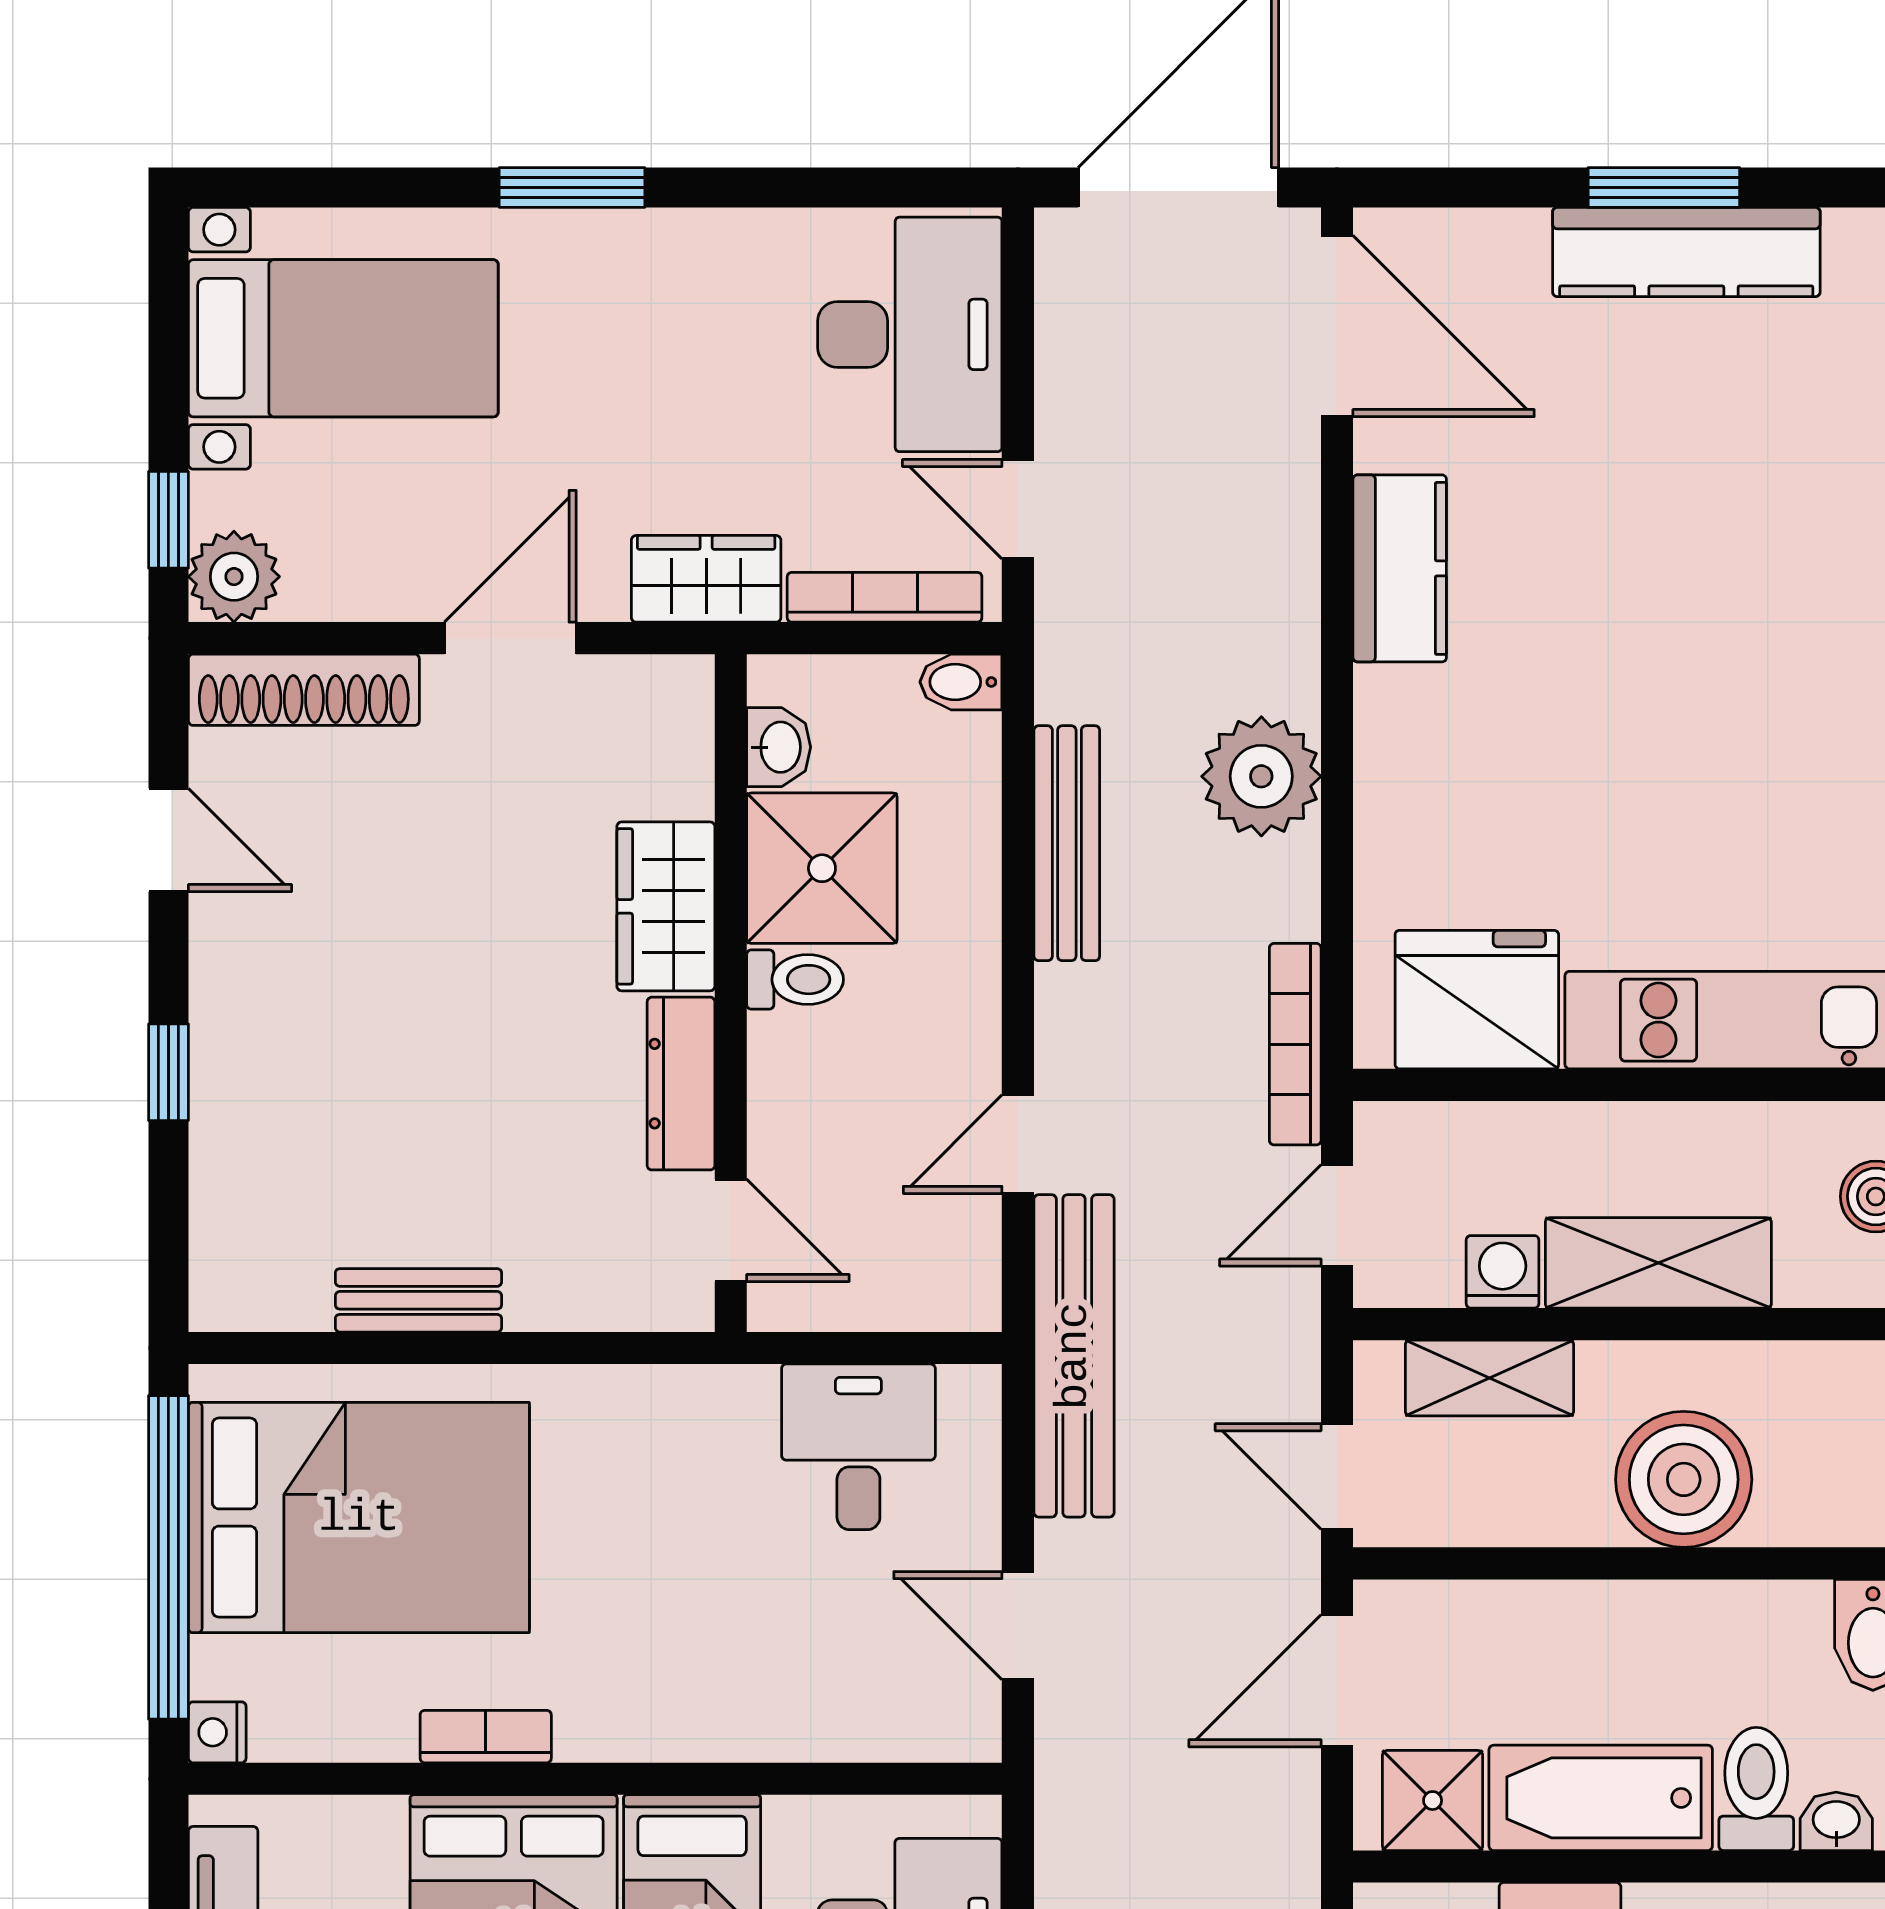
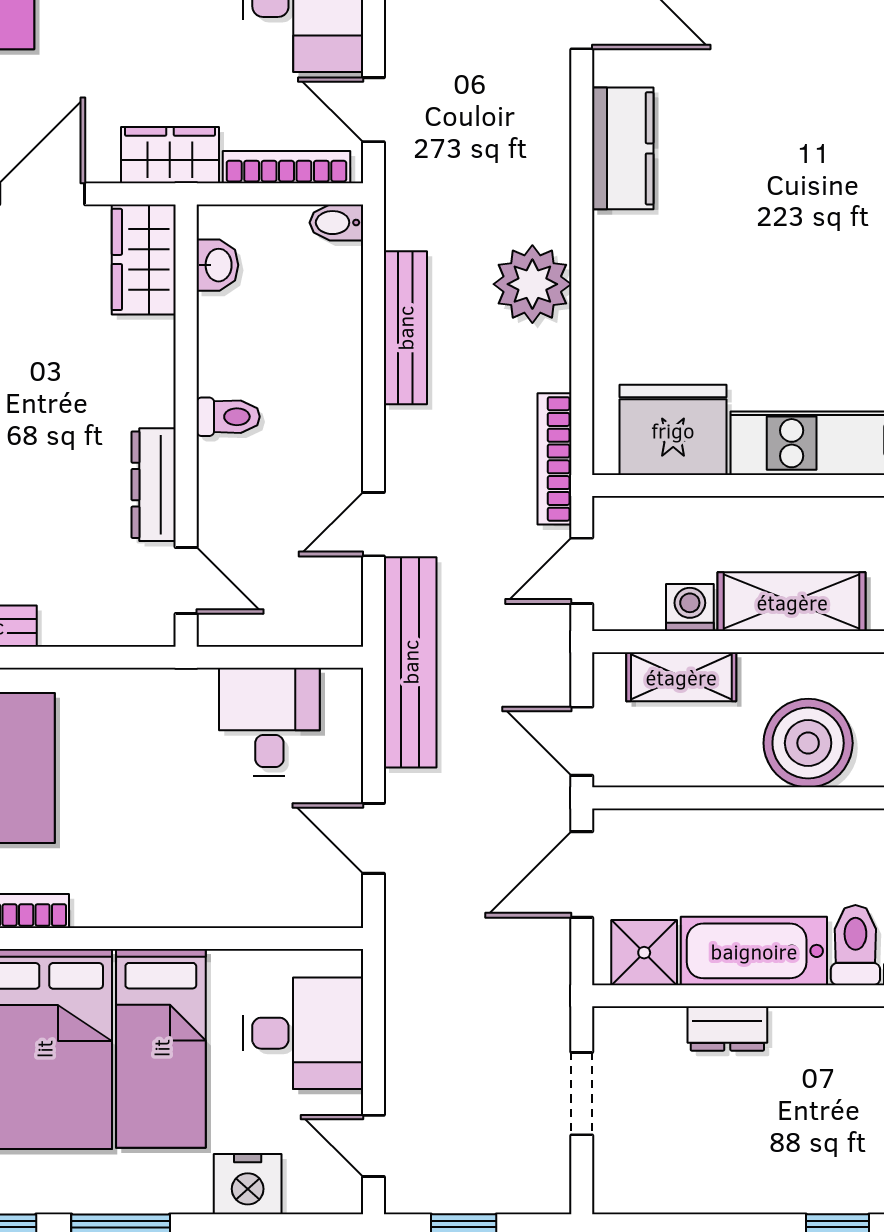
shower: (822, 868) -> (246, 344), removed
wardrobe: (666, 906) -> (144, 259), moved

